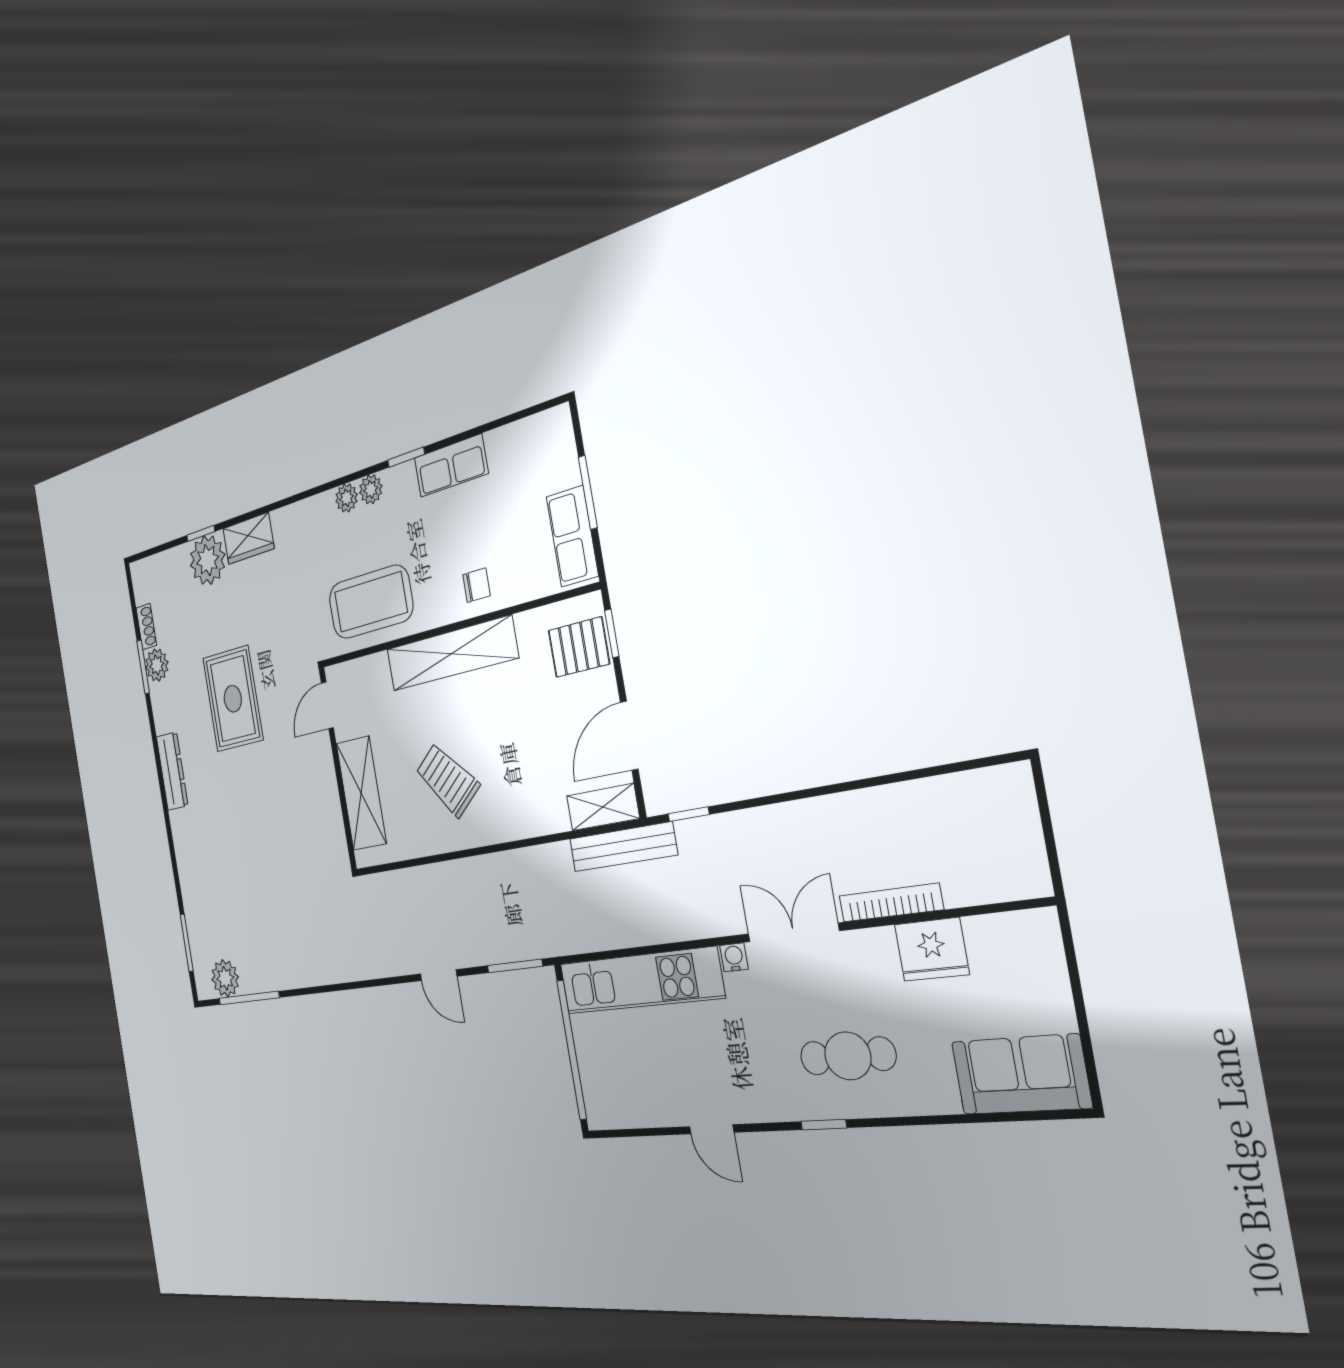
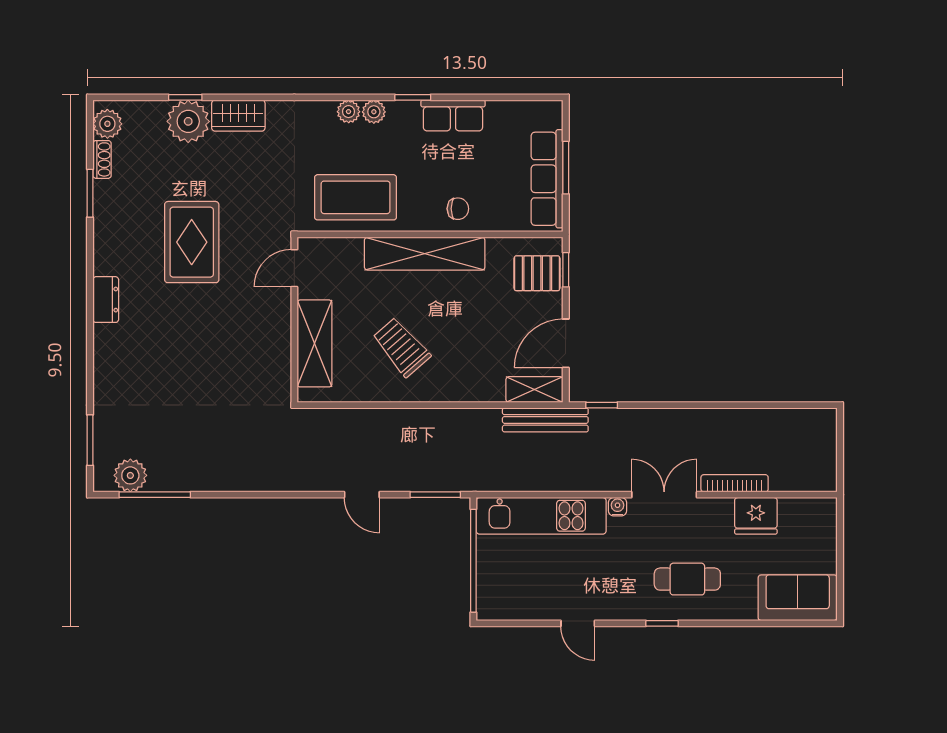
row of seats: (572, 536) -> (547, 179), width x1.48
plant: (157, 665) -> (107, 124), moved
dresser: (172, 771) -> (106, 300), width x0.70

